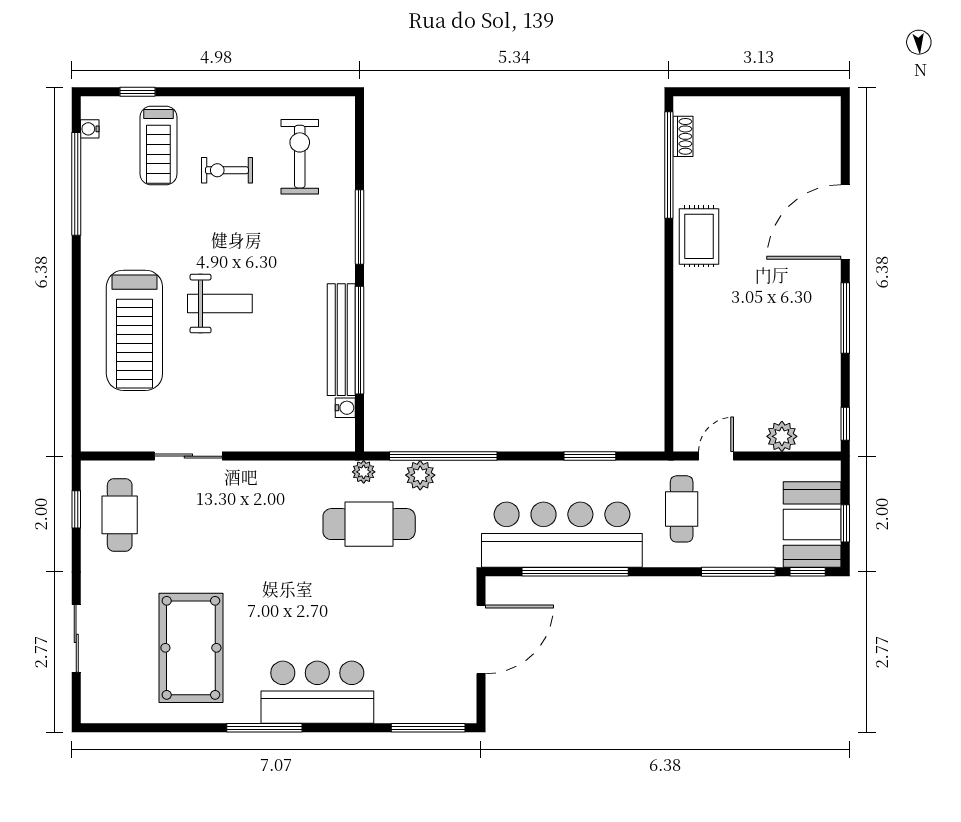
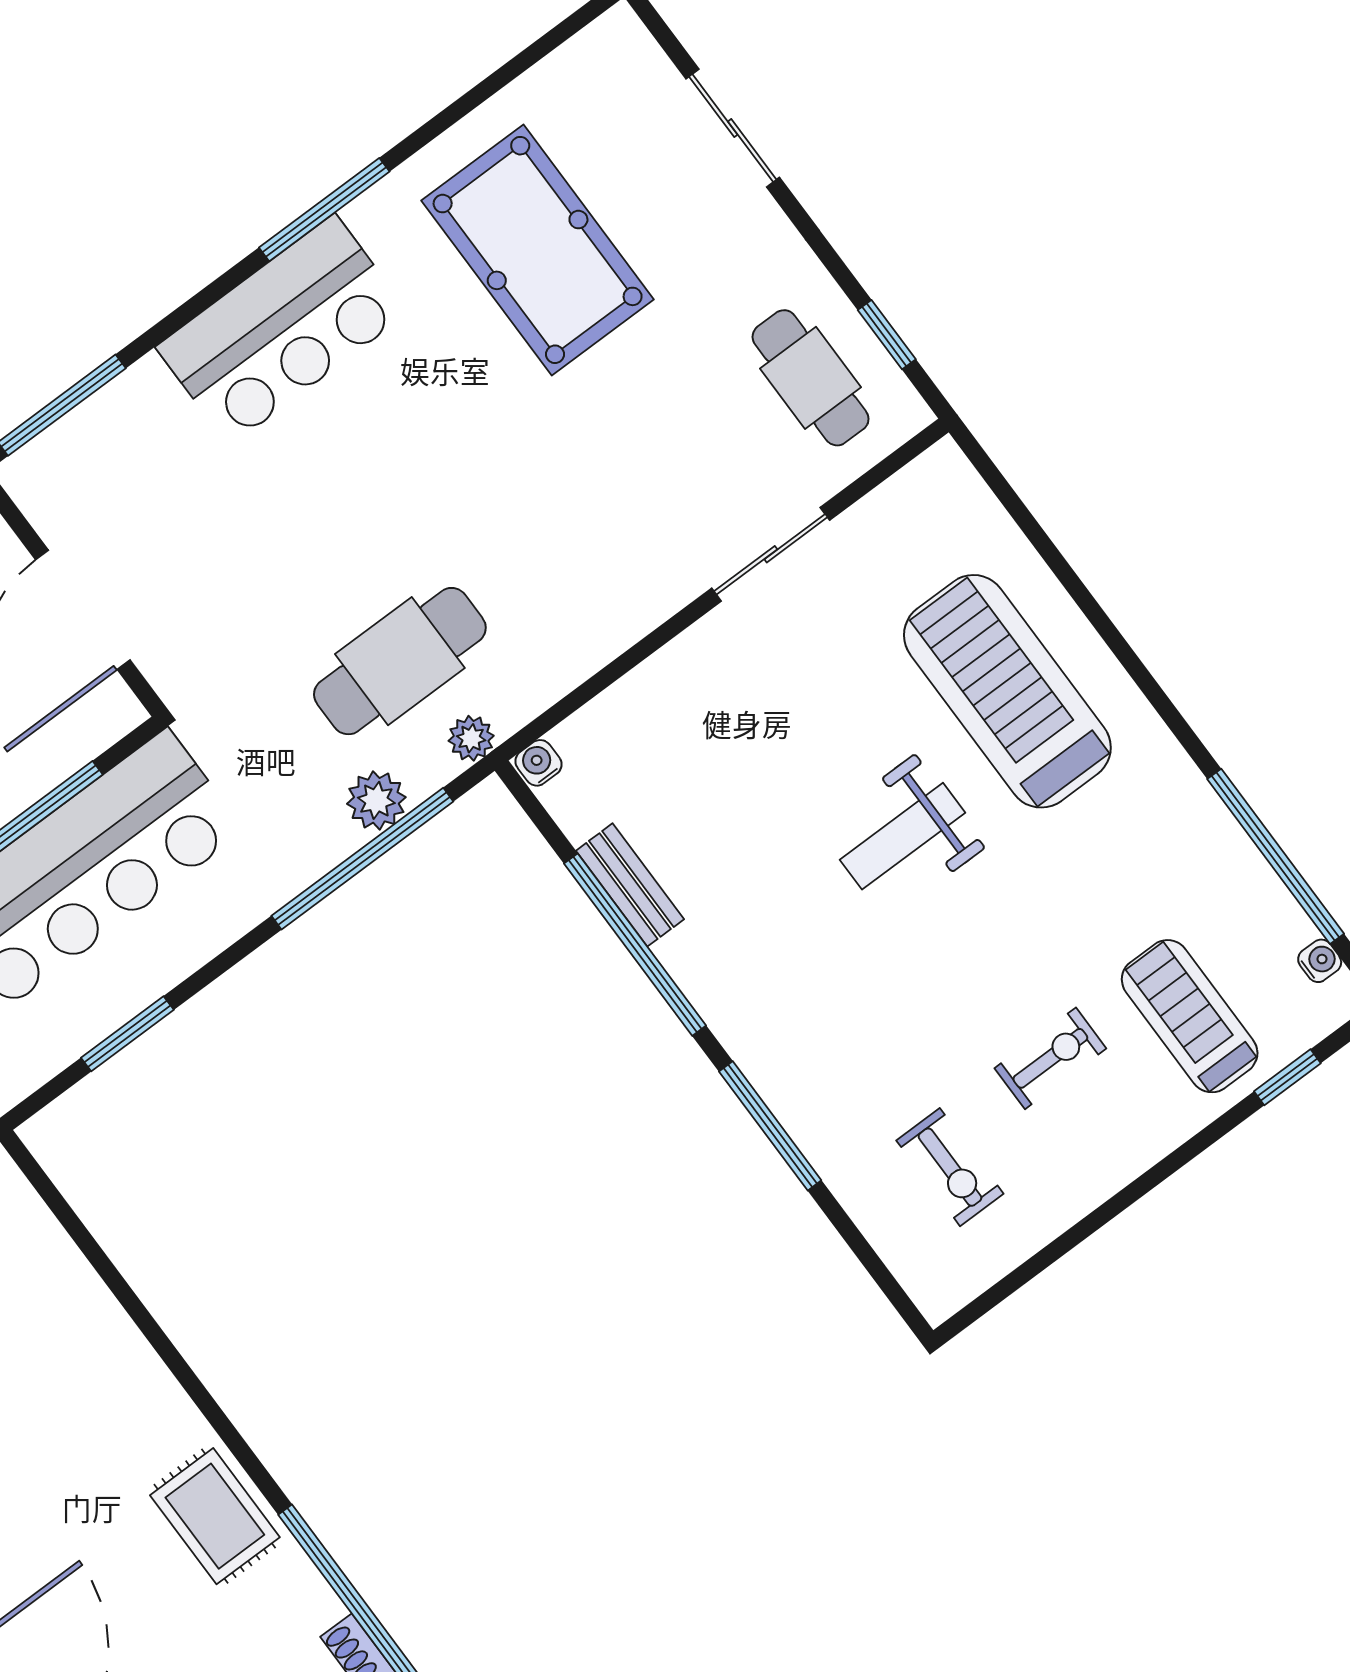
exercise bike: (300, 157) -> (950, 1167), width x0.73, depth x0.72
bench: (341, 340) -> (630, 885), width x0.54, depth x0.82
water cooler: (345, 408) -> (539, 763), moved, turned 90

